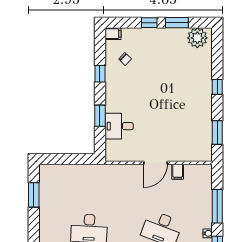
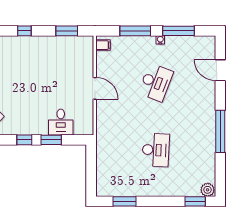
window: (100, 74) -> (24, 140), moved
filing cabinet: (178, 172) -> (103, 45), moved

